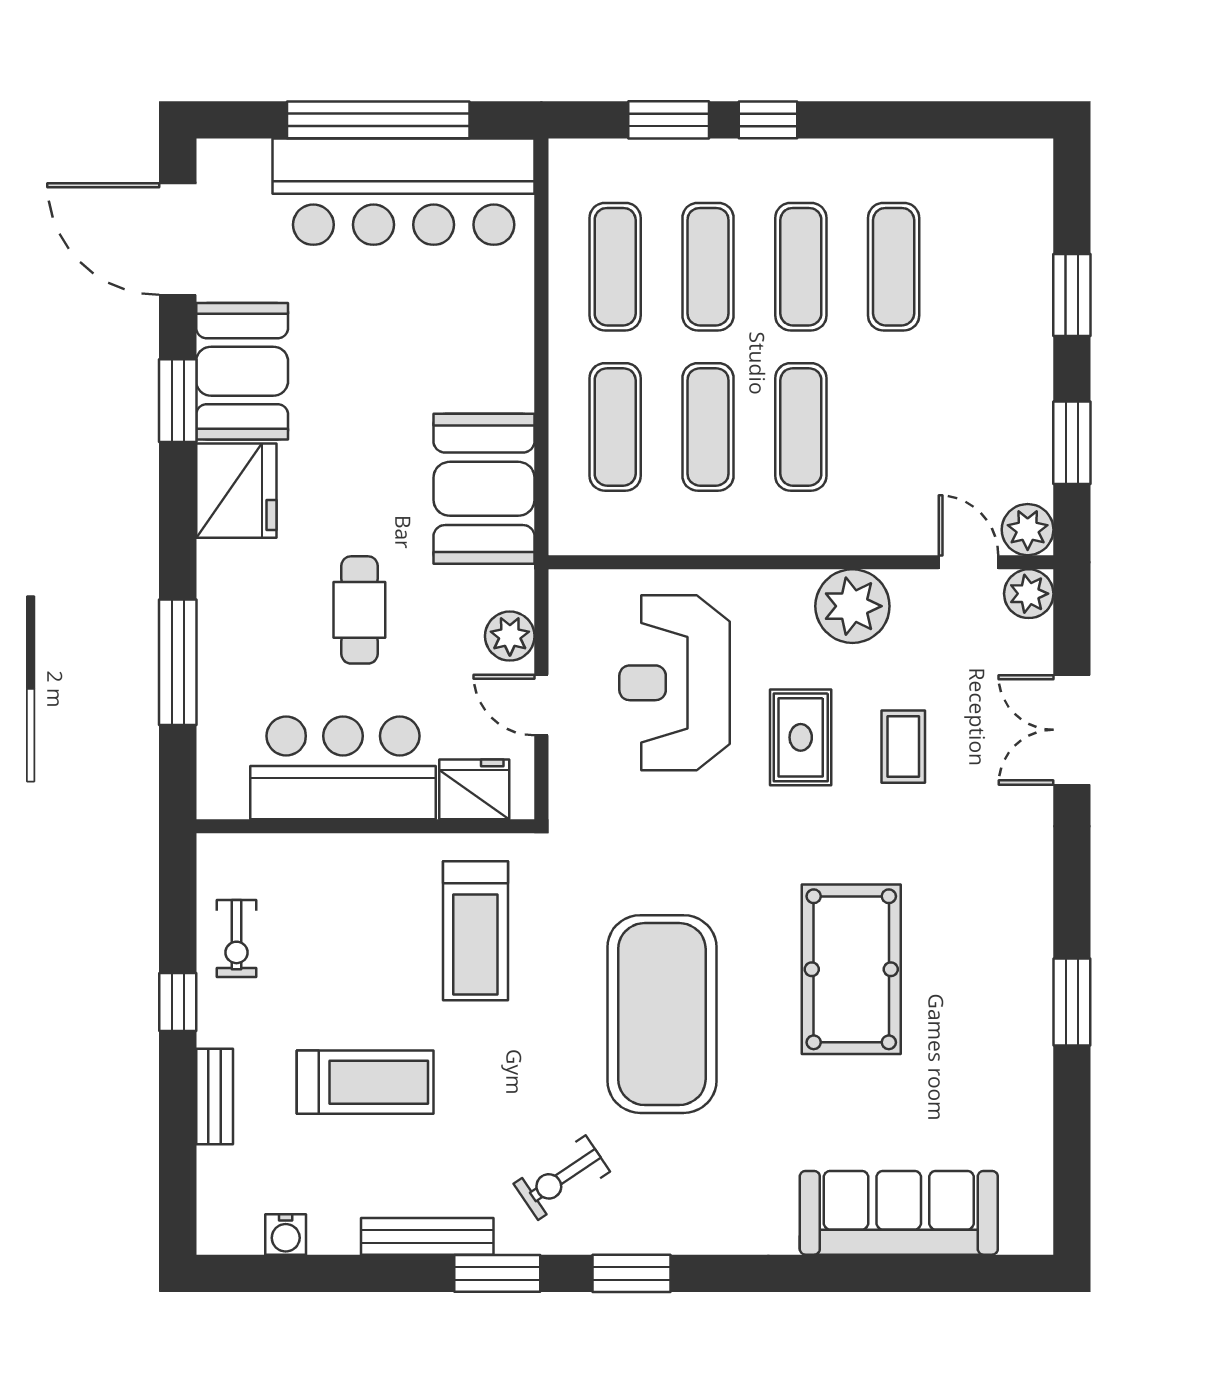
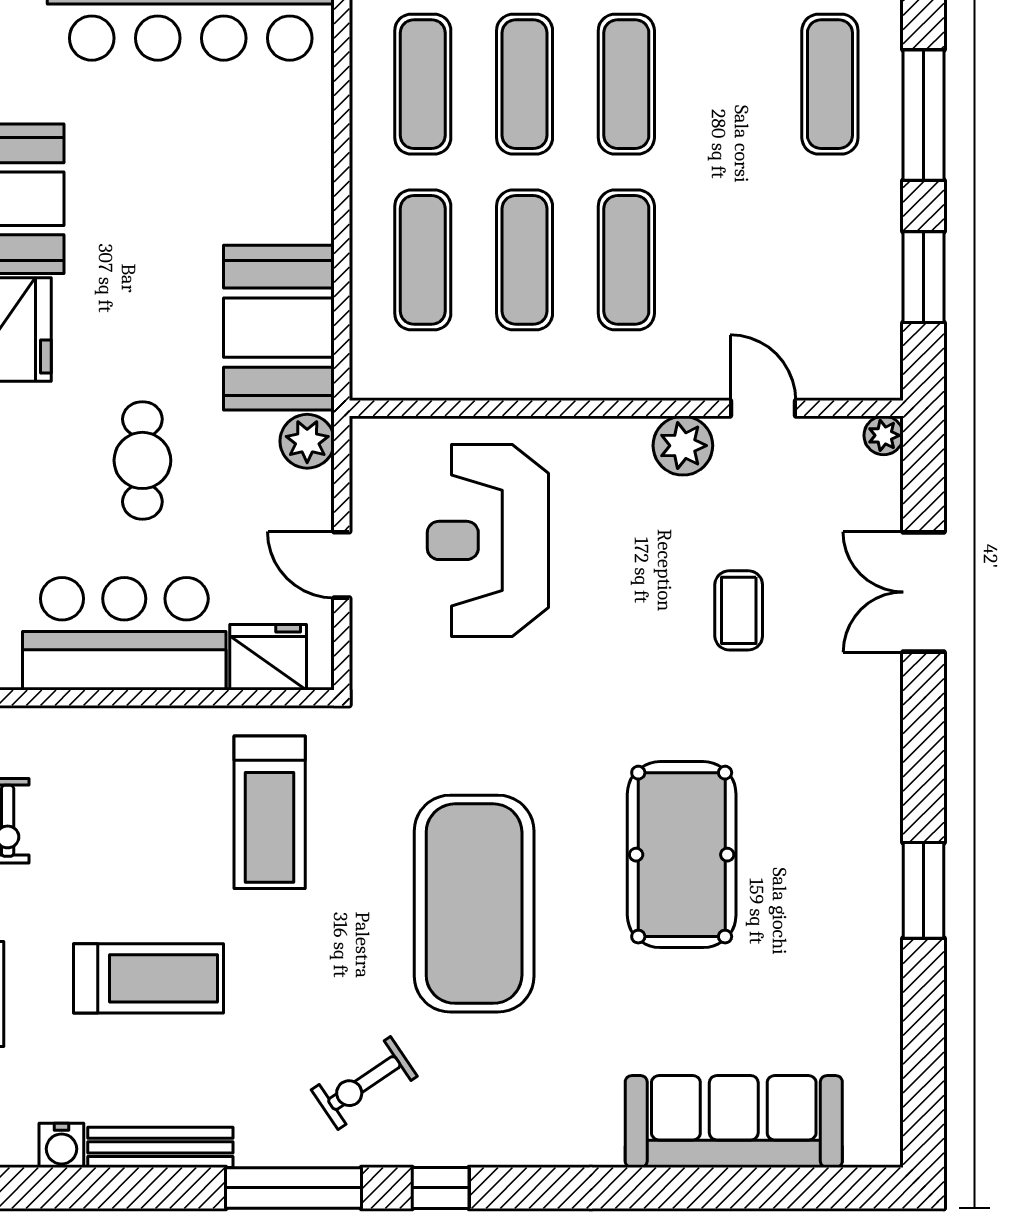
exercise mat: (894, 267) -> (830, 84), moved
window: (1072, 295) -> (924, 115), width x1.44
plant: (1028, 530) -> (875, 372), removed
door: (968, 562) -> (763, 408), moved
plant: (1029, 594) -> (884, 435), width x0.73, depth x0.73
plant: (852, 606) -> (683, 446), width x0.73, depth x0.73
plant: (510, 636) -> (307, 441), moved
rug: (801, 737) -> (626, 600), removed
bench: (427, 1236) -> (160, 1147), moved
window: (497, 1273) -> (293, 1188), width x1.44
window: (631, 1273) -> (441, 1188), width x0.67

